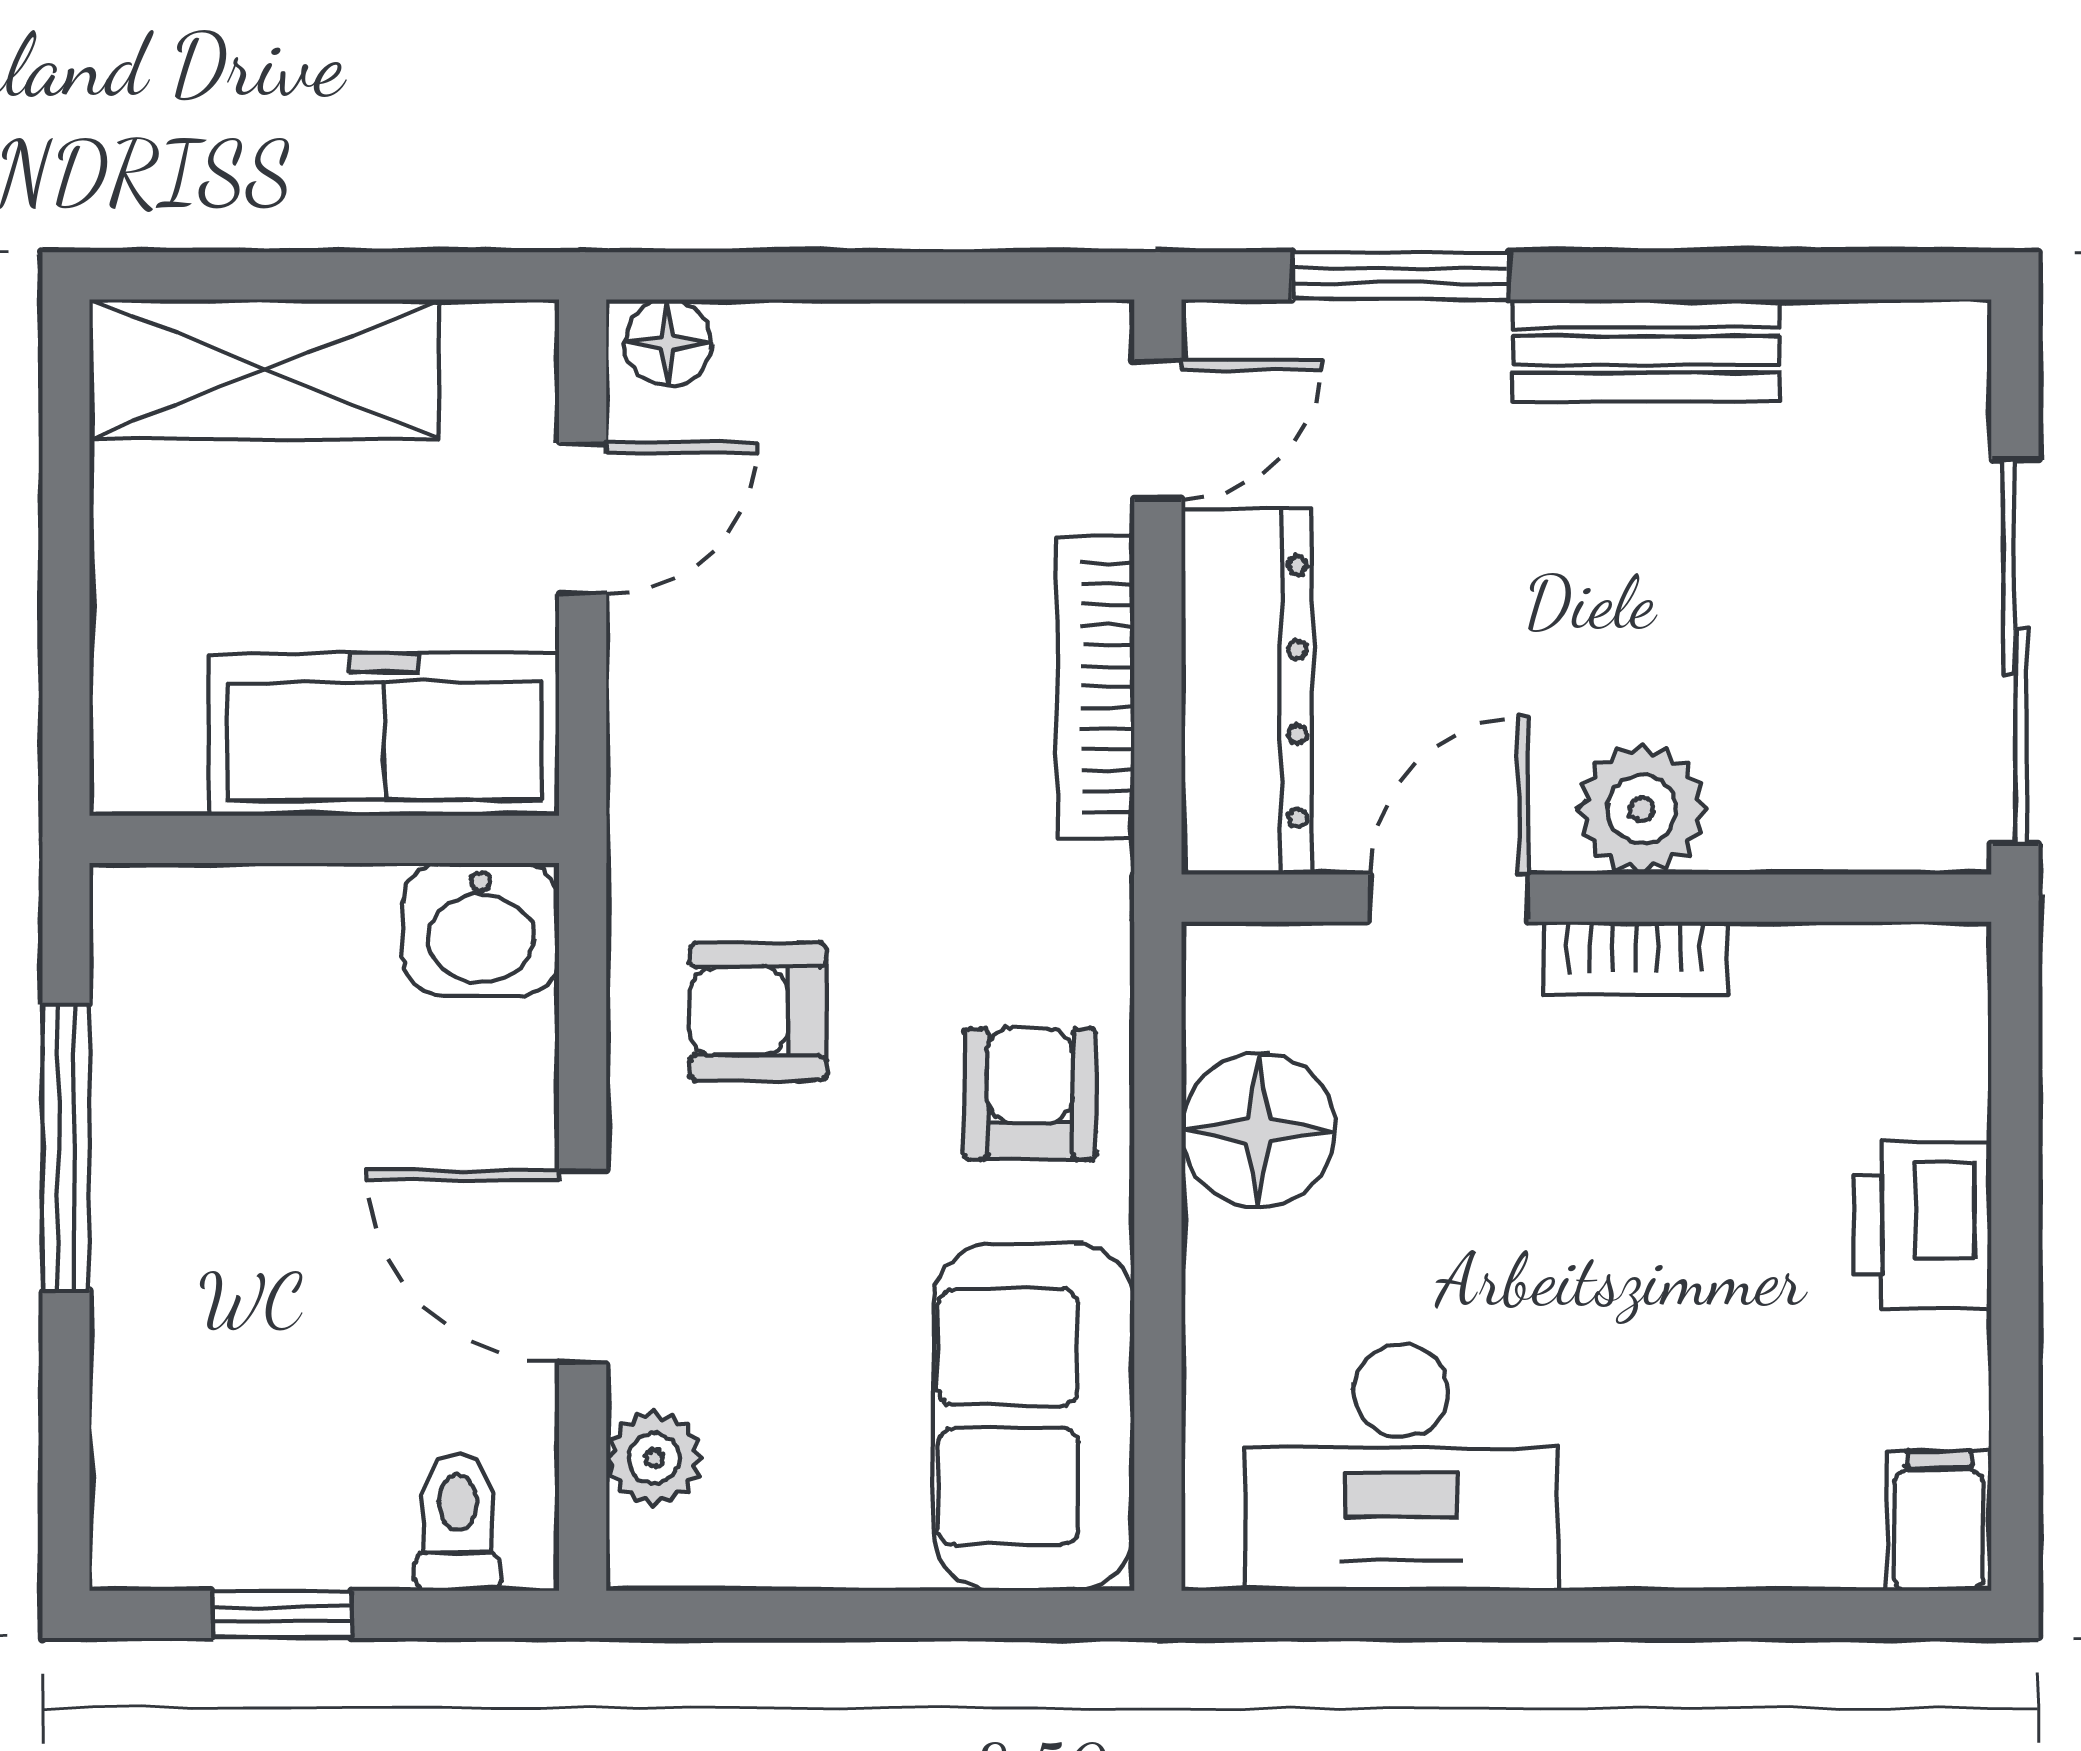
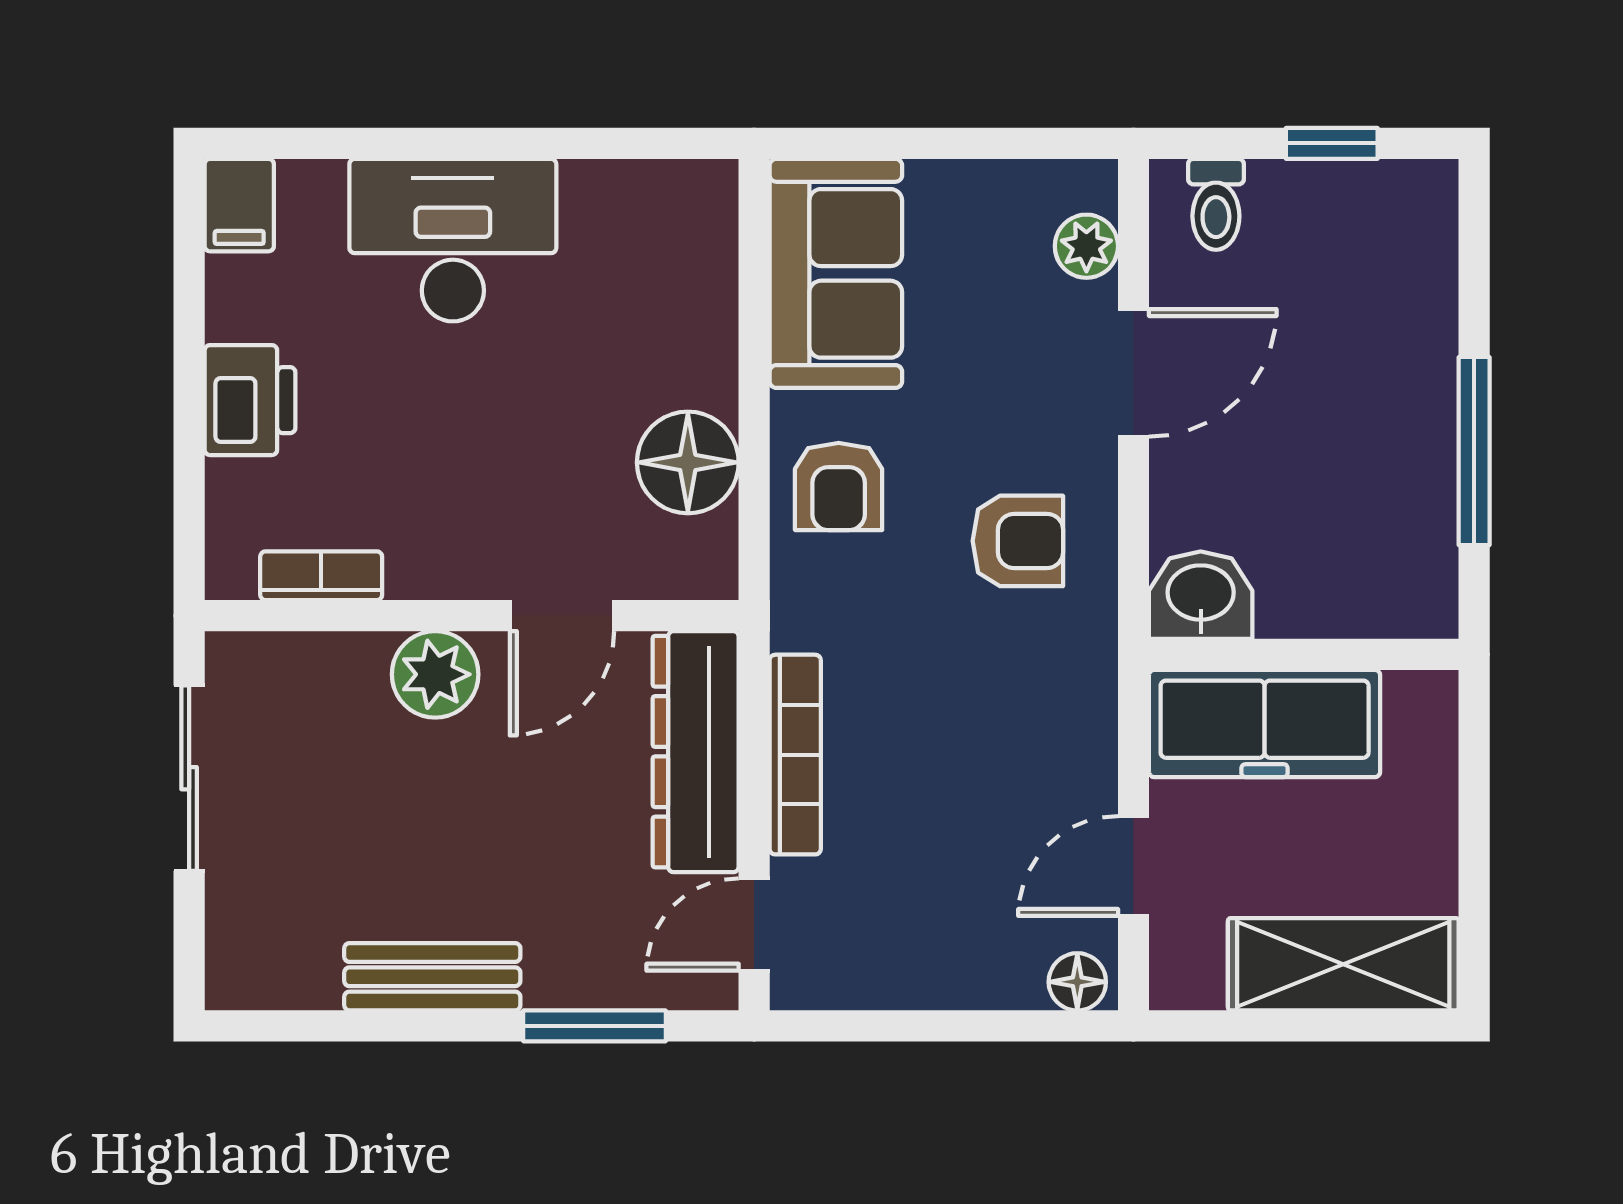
sliding door: (2015, 651) -> (189, 778), width x0.73
bookcase: (1635, 959) -> (321, 576), moved
door: (583, 1266) -> (1133, 373), hinge flipped
desk: (1401, 1468) -> (453, 240), moved

